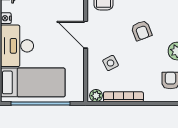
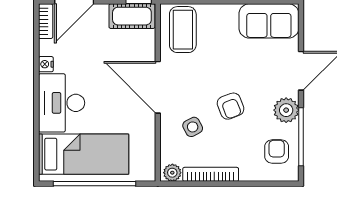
armchair: (142, 30) -> (231, 106), moved
door: (86, 35) -> (158, 87), width x1.36

